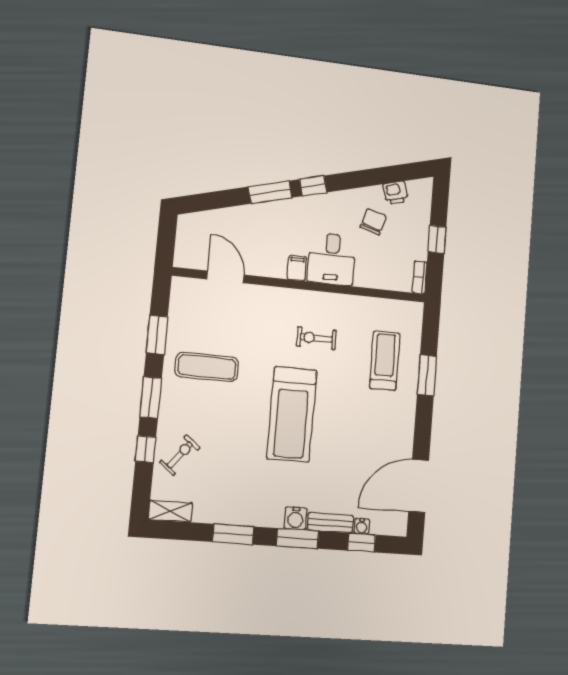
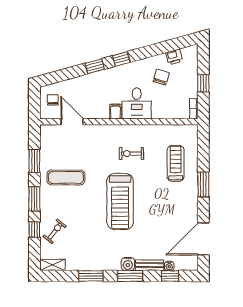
window: (270, 192) -> (95, 66), width x0.67
chair: (197, 238) -> (53, 100), added
window: (427, 375) -> (203, 184), moved

